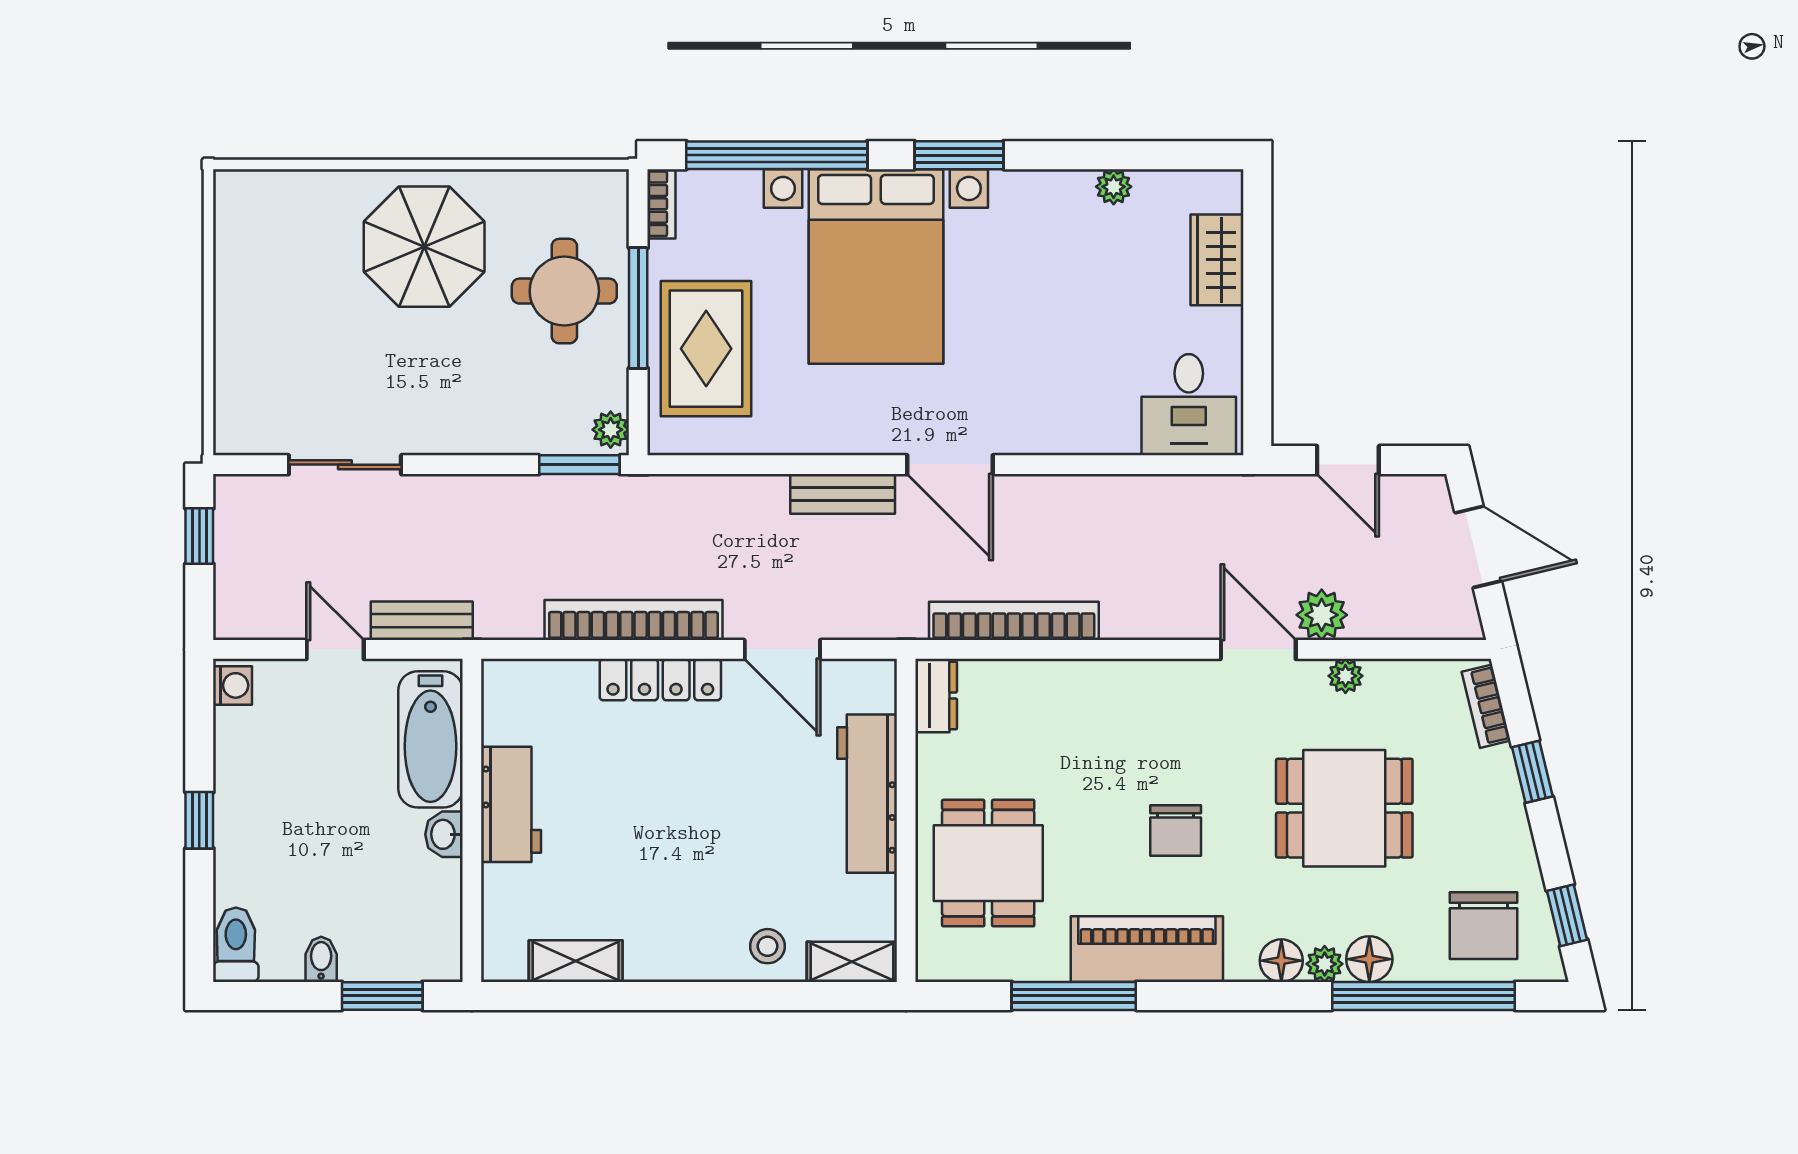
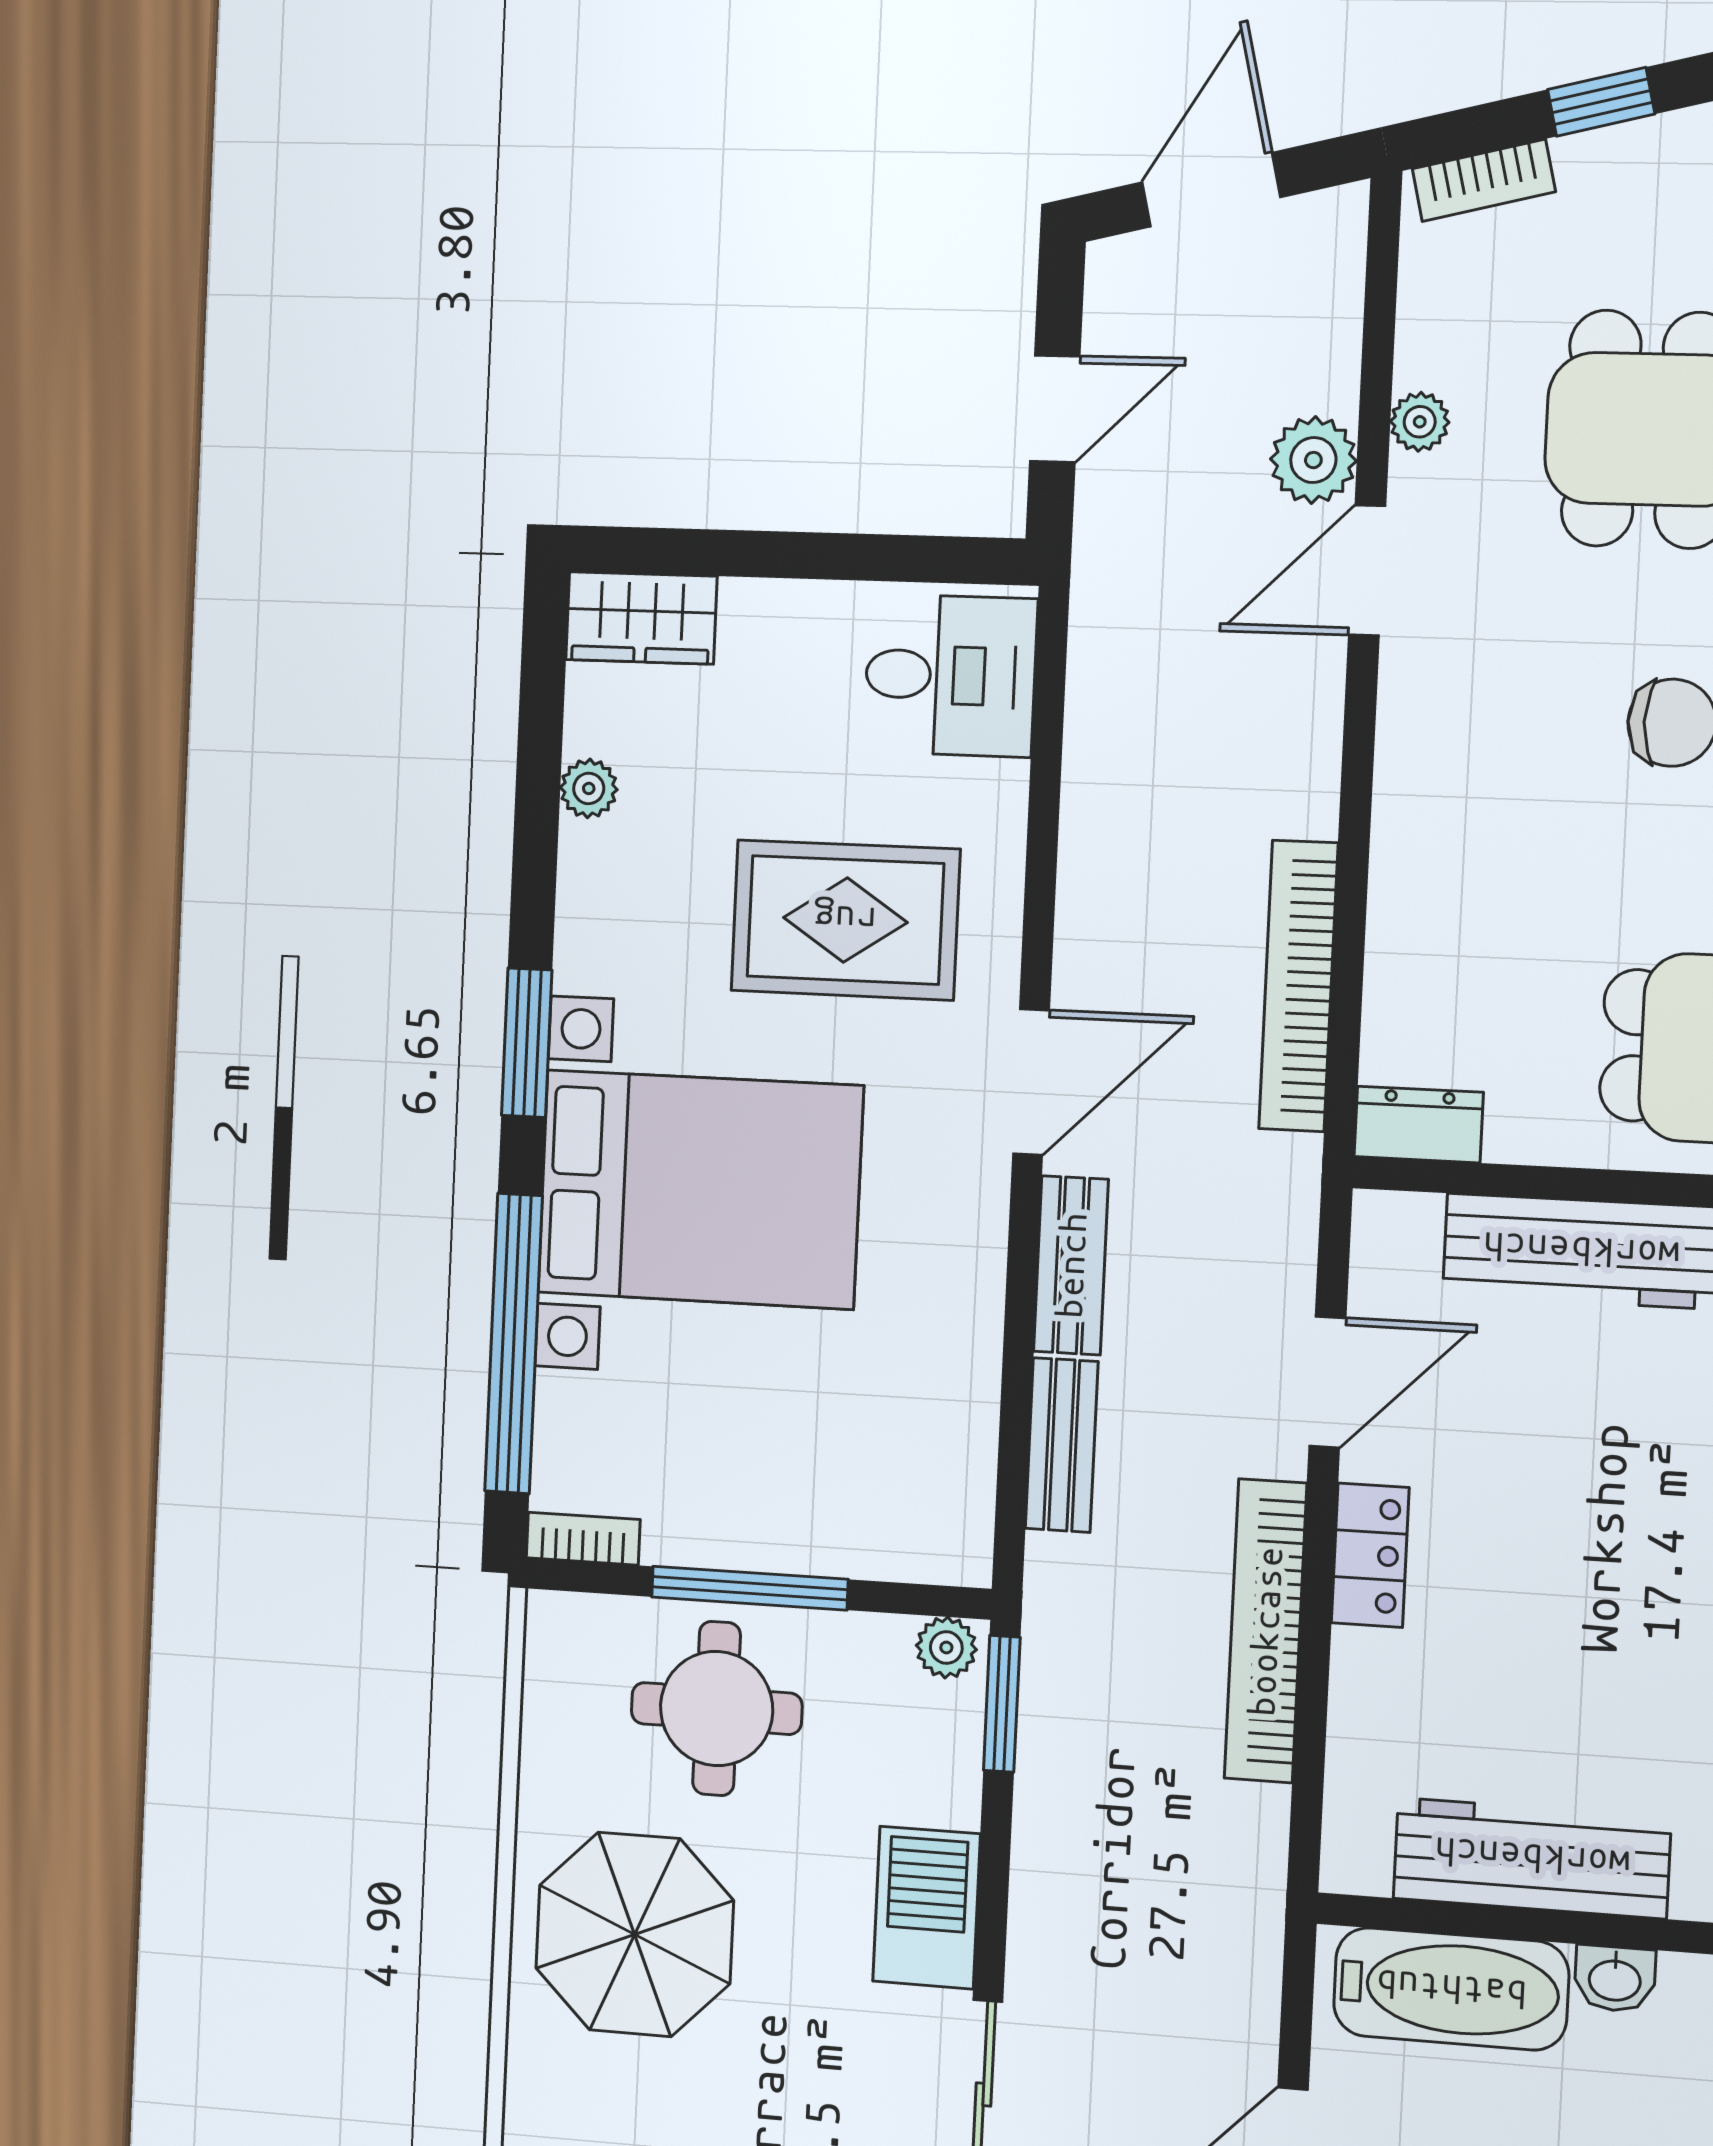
wardrobe: (1217, 260) -> (641, 618), moved
rug: (706, 349) -> (845, 920), moved
barbecue: (454, 425) -> (927, 1908), added
bench: (422, 621) -> (1062, 1445), moved
locker: (660, 680) -> (1370, 1555), width x0.66
workbench: (511, 804) -> (1532, 1858), width x1.38

